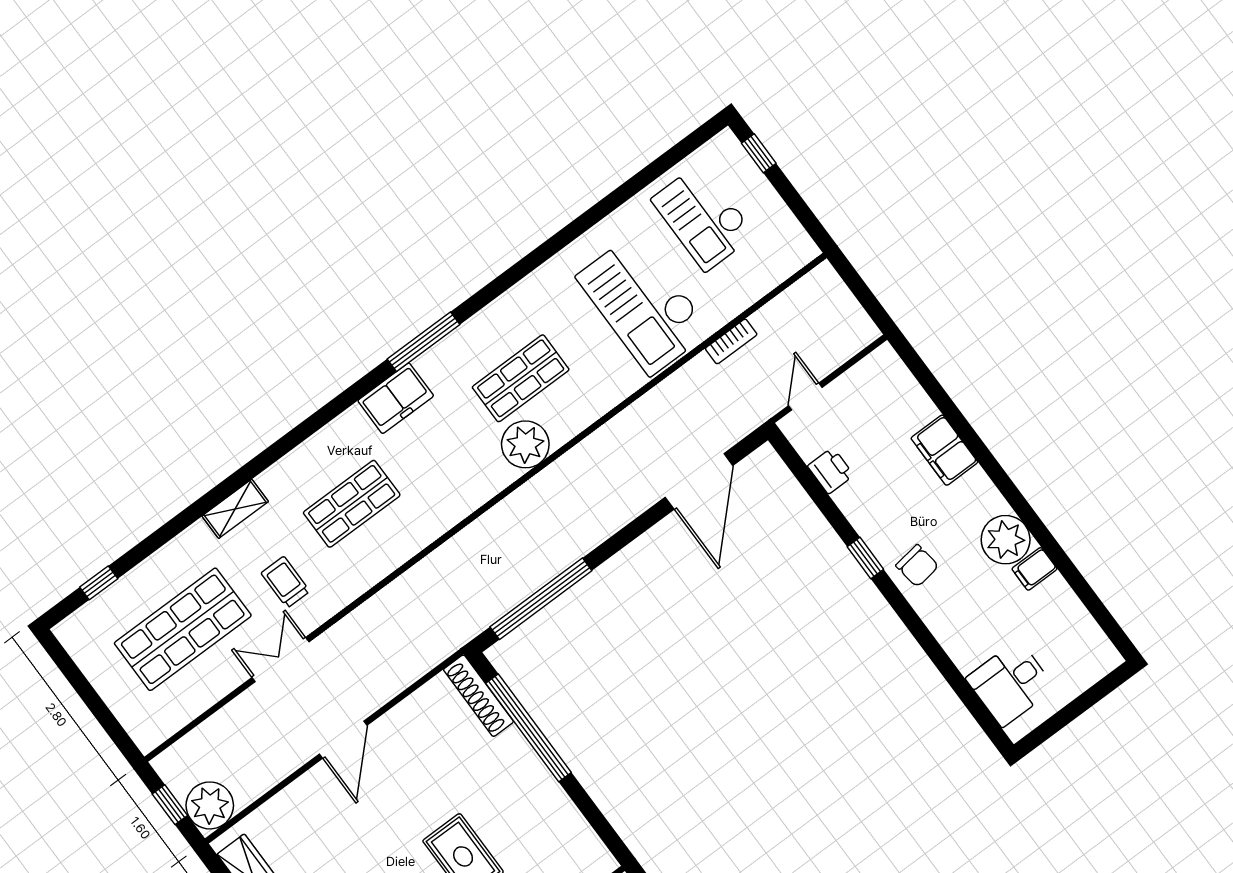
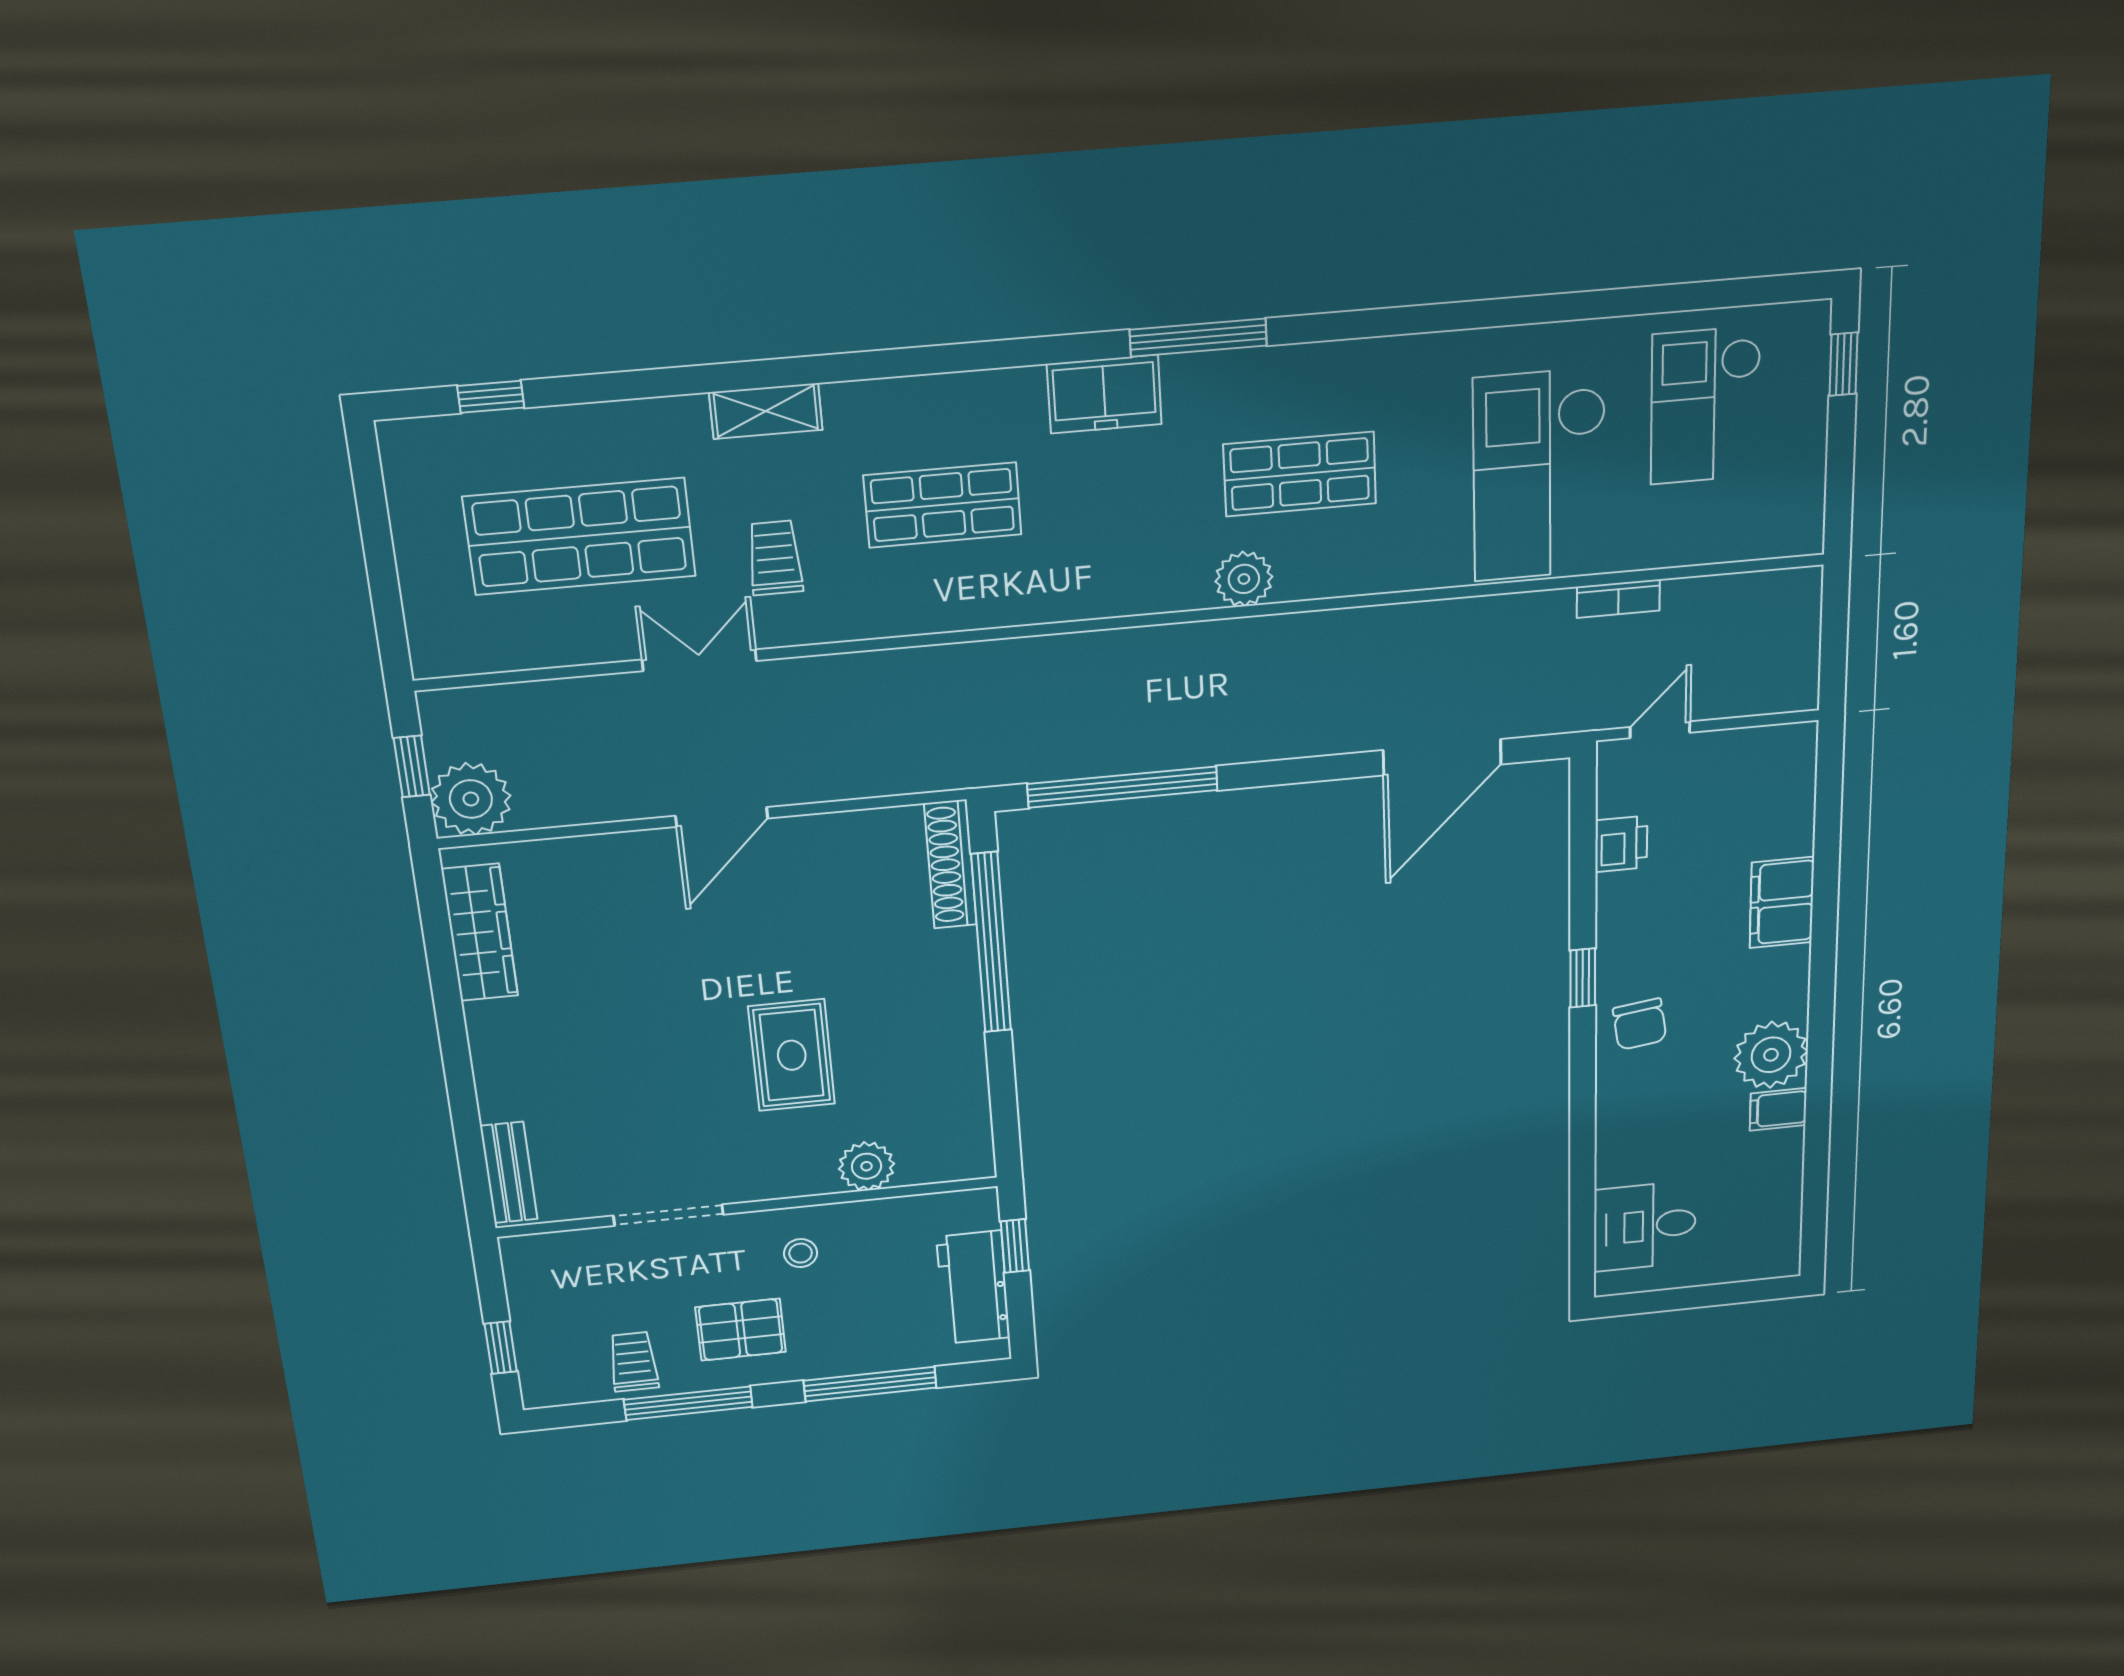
plant: (525, 444) -> (1244, 579), width x0.73, depth x0.73

